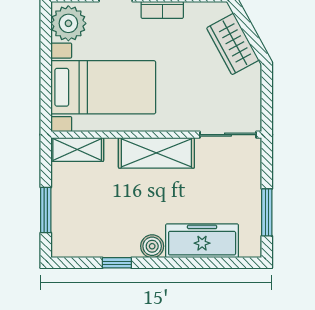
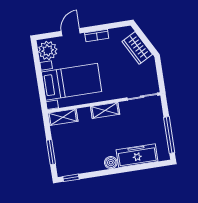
shelving: (156, 153) -> (105, 110), width x0.67, depth x0.75
window: (267, 212) -> (169, 135), width x1.44
window: (117, 263) -> (71, 178), moved

